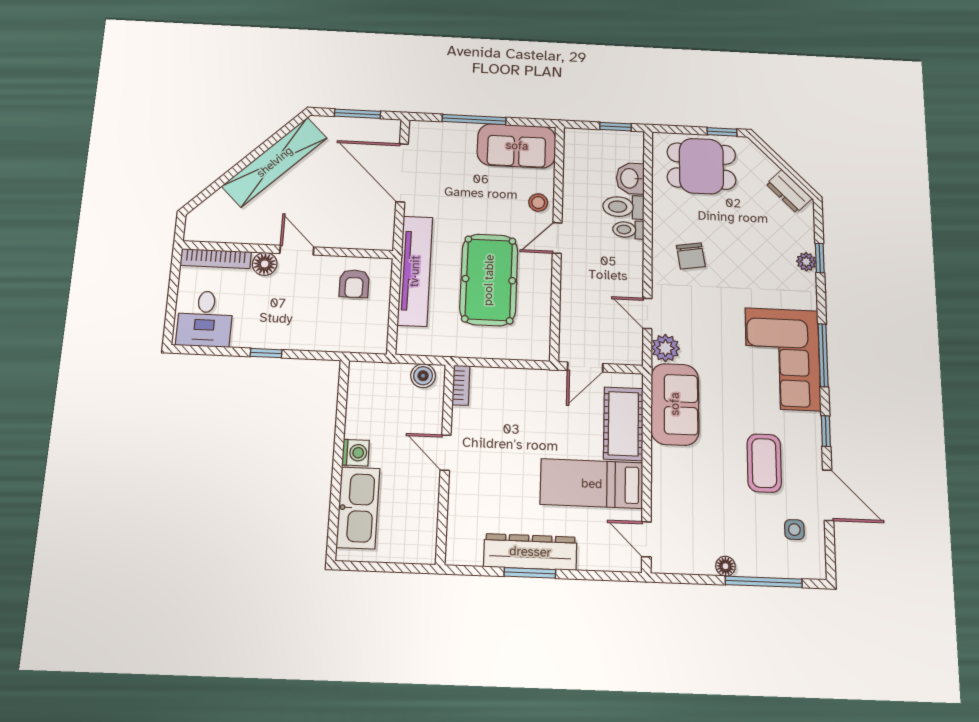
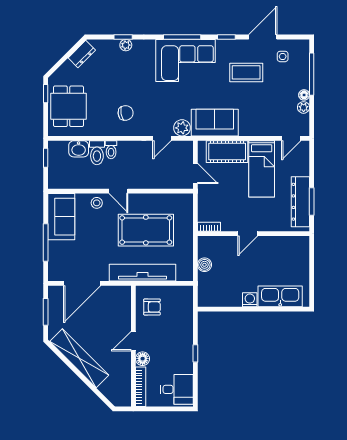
bookcase: (461, 385) -> (209, 227), moved
door: (446, 453) -> (248, 234), moved
wall: (445, 463) -> (253, 234), moved
plant: (703, 564) -> (304, 107), added

